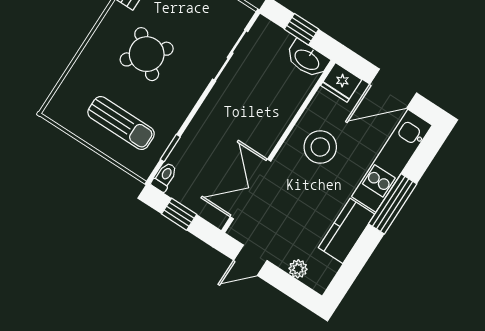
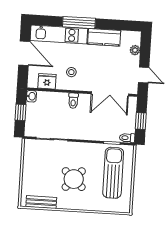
washbasin: (307, 59) -> (31, 96), width x0.52, depth x0.69
fridge: (341, 82) -> (47, 81), moved, turned -90
sun lounger: (121, 123) -> (113, 173), width x1.36, depth x1.34
toilet: (273, 124) -> (73, 101), added
stool: (320, 147) -> (71, 72), width x0.53, depth x0.53

